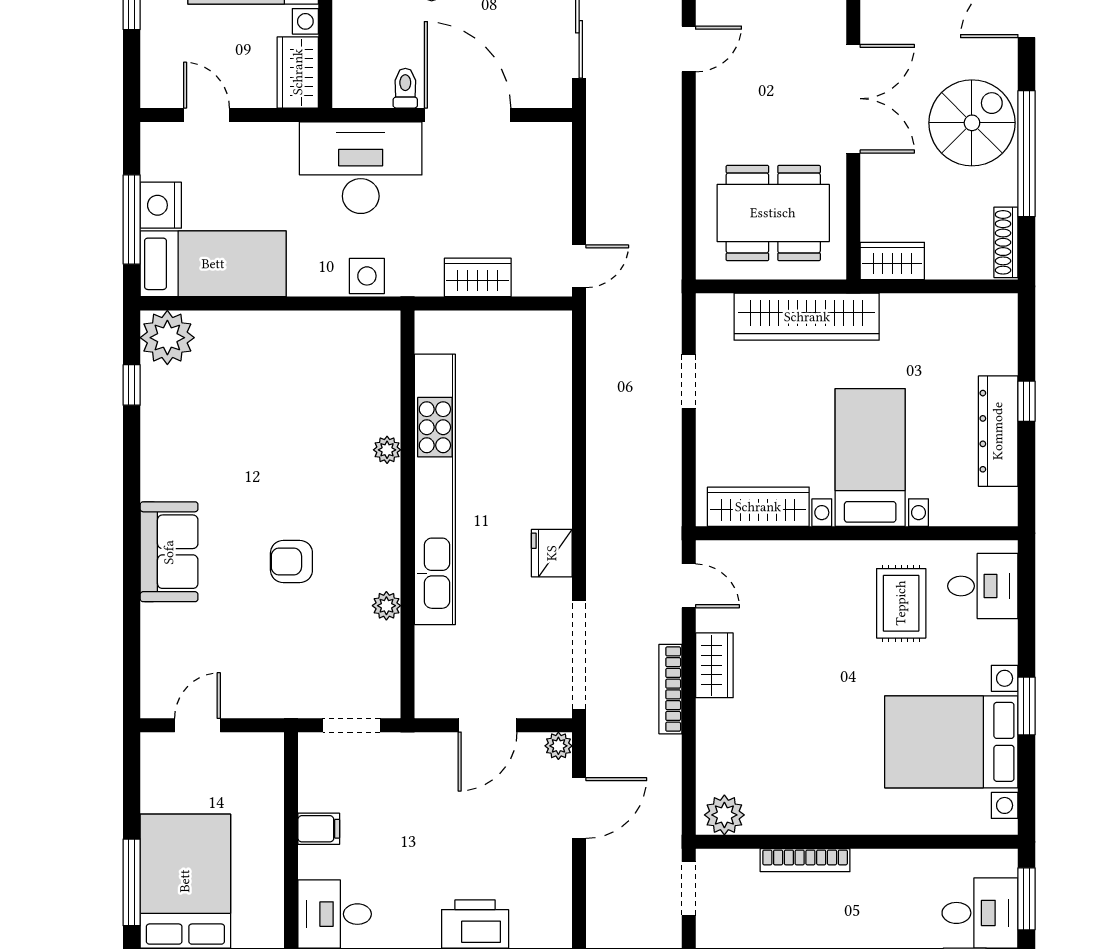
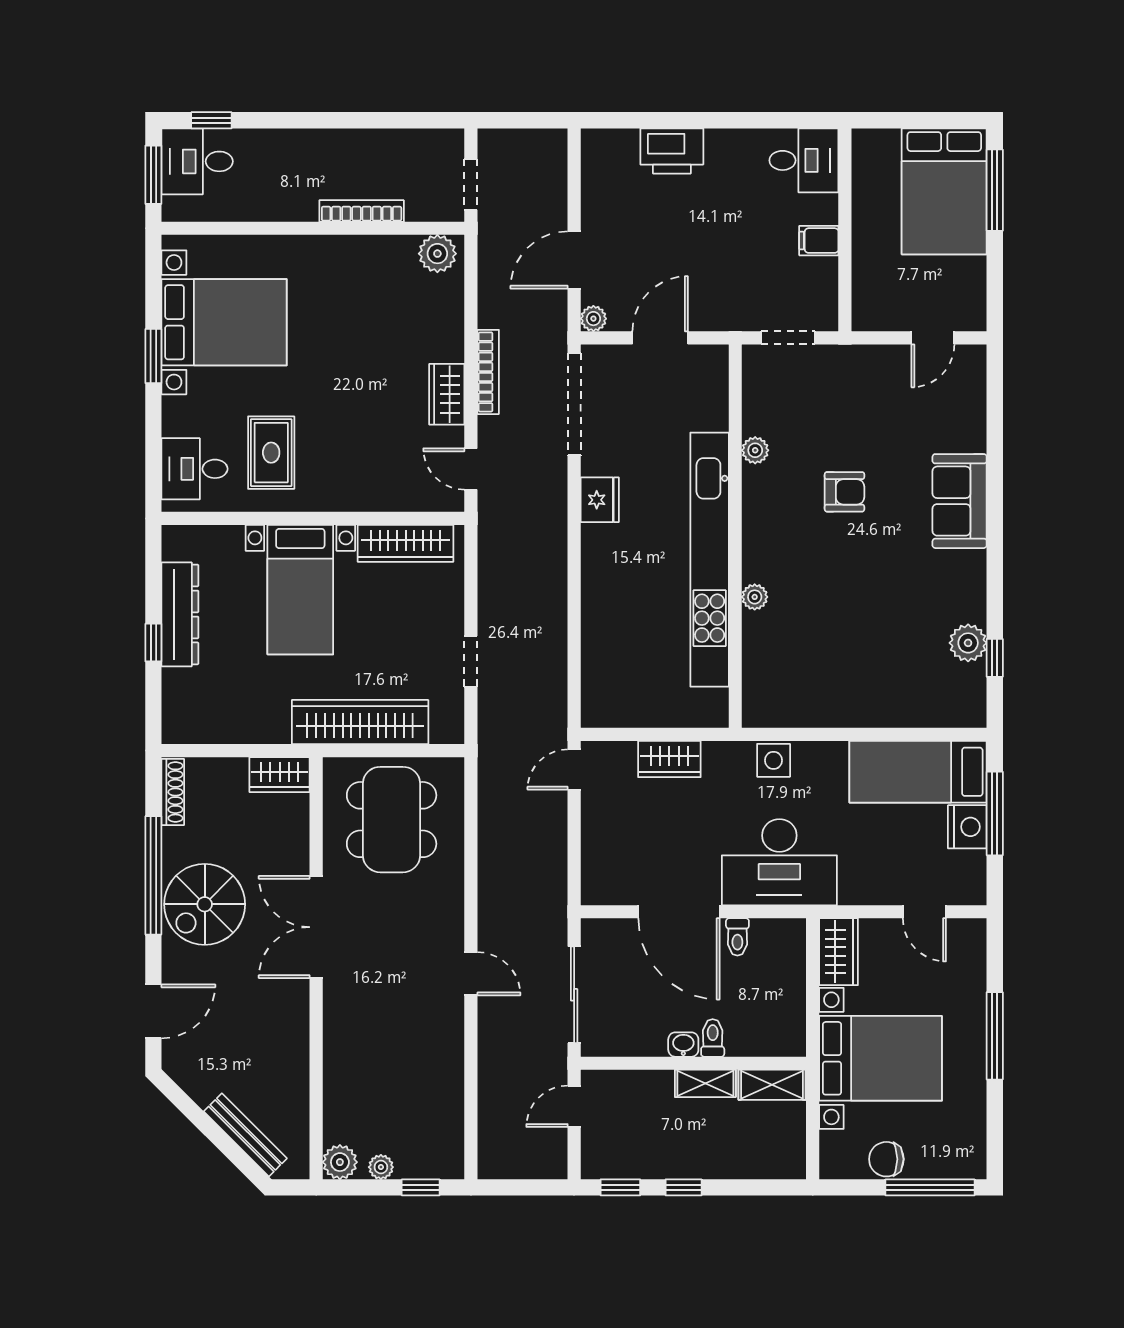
door: (689, 49) -> (471, 974), swing flipped
dining table: (773, 213) -> (392, 820), turned 90
plant: (167, 338) -> (968, 643), moved, width x0.73, depth x0.73

